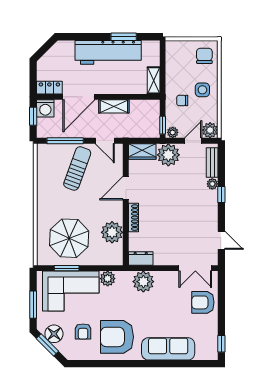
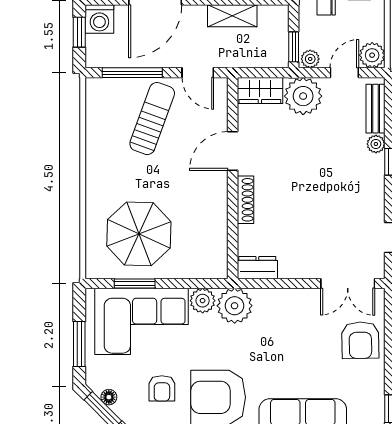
shelving: (114, 106) -> (232, 16), moved
plant: (112, 232) -> (210, 224), removed
plant: (143, 282) -> (235, 306), moved
armchair: (203, 302) -> (360, 340), turned -91
floor lamp: (54, 334) -> (109, 397), width x0.53, depth x0.53

